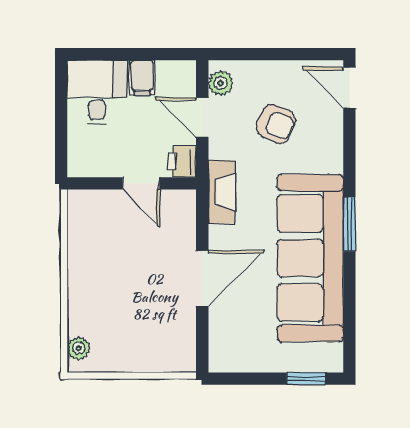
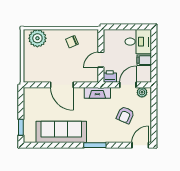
window: (349, 224) -> (95, 145), moved
chair: (97, 254) -> (72, 42), added
sofa: (310, 258) -> (61, 132), width x0.74, depth x0.79
plant: (79, 348) -> (37, 38), width x1.88, depth x1.88

